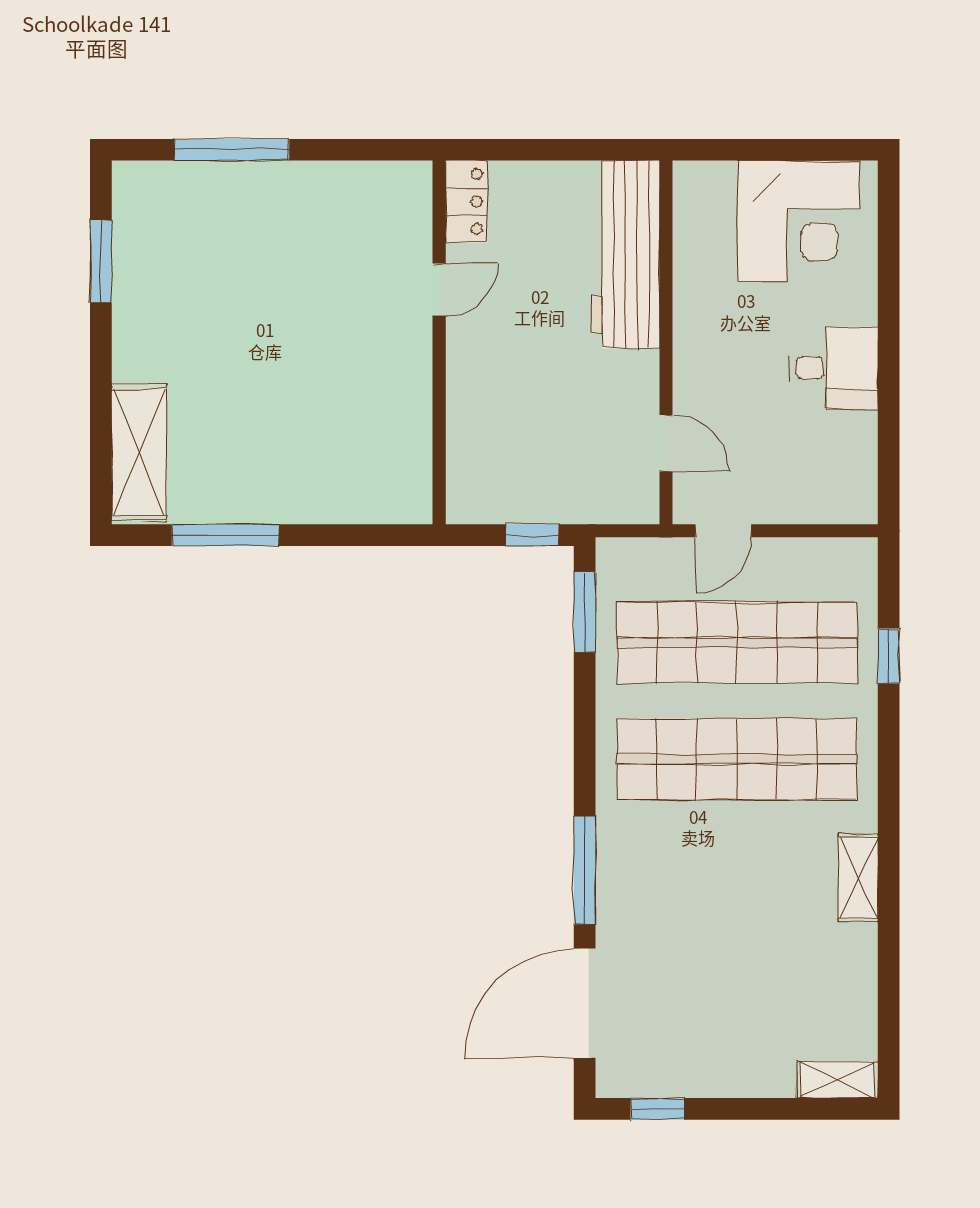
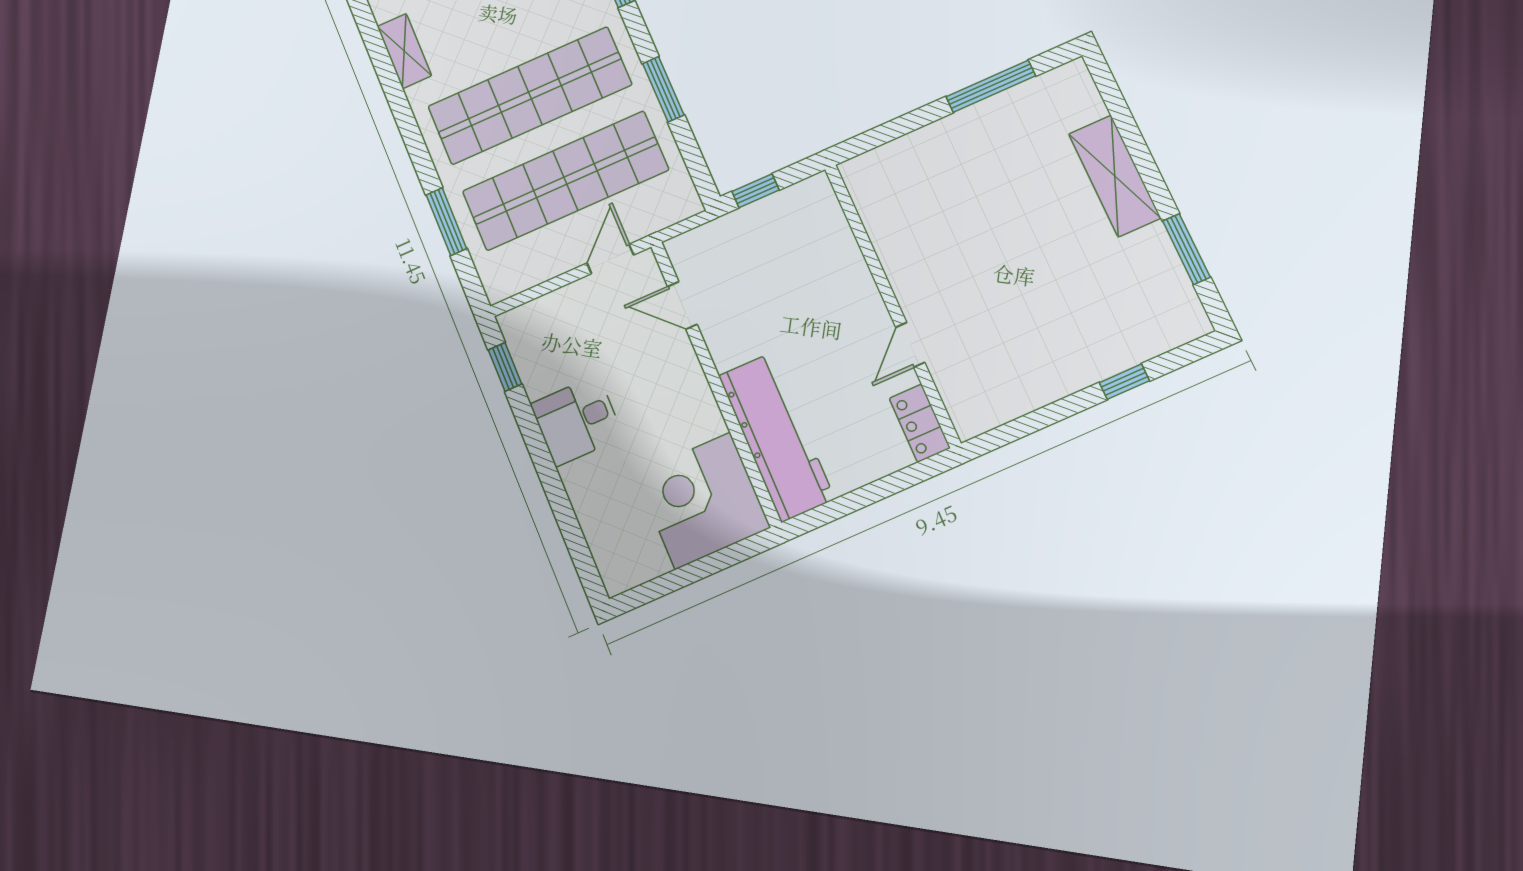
window: (232, 150) -> (1124, 382), width x0.46
corner desk: (799, 221) -> (703, 501), moved
shelving: (139, 452) -> (1115, 176), moved
window: (889, 462) -> (505, 367), added
window: (585, 612) -> (663, 89), moved
window: (889, 656) -> (446, 222), width x1.50

